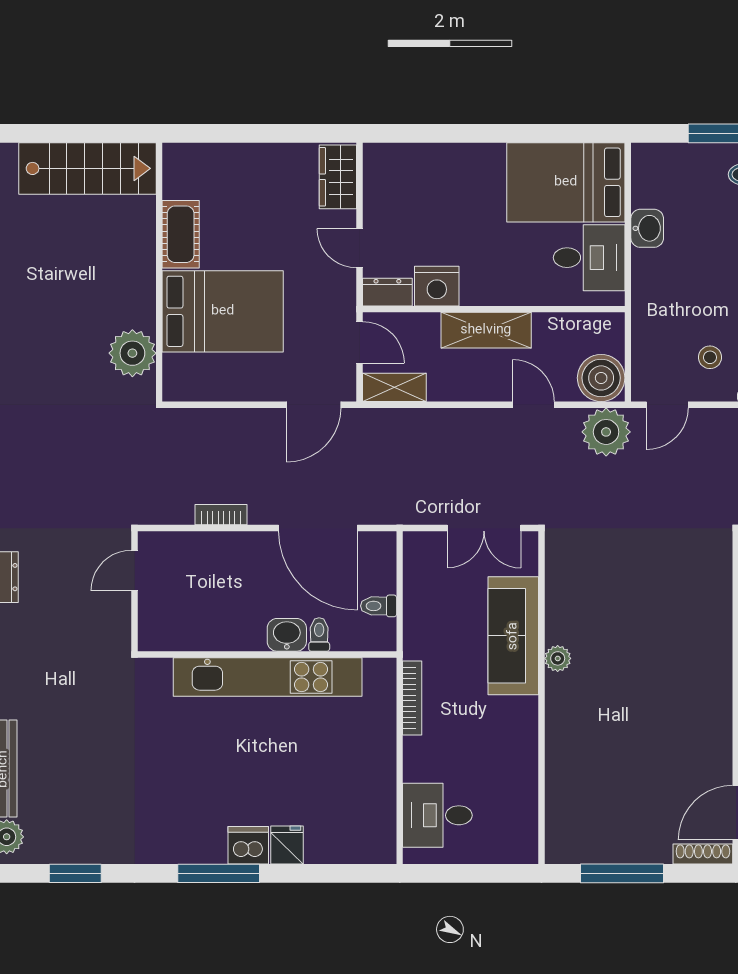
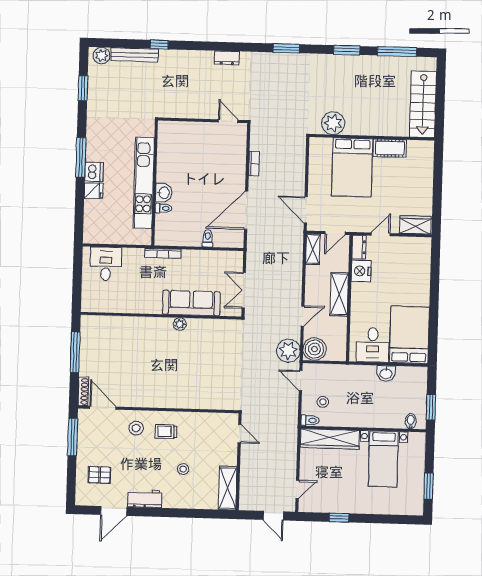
toilet: (319, 634) -> (163, 208), moved
washbasin: (287, 635) -> (164, 193), moved
wall: (267, 654) -> (155, 183), moved
kitchen unit: (268, 677) -> (144, 183), moved

